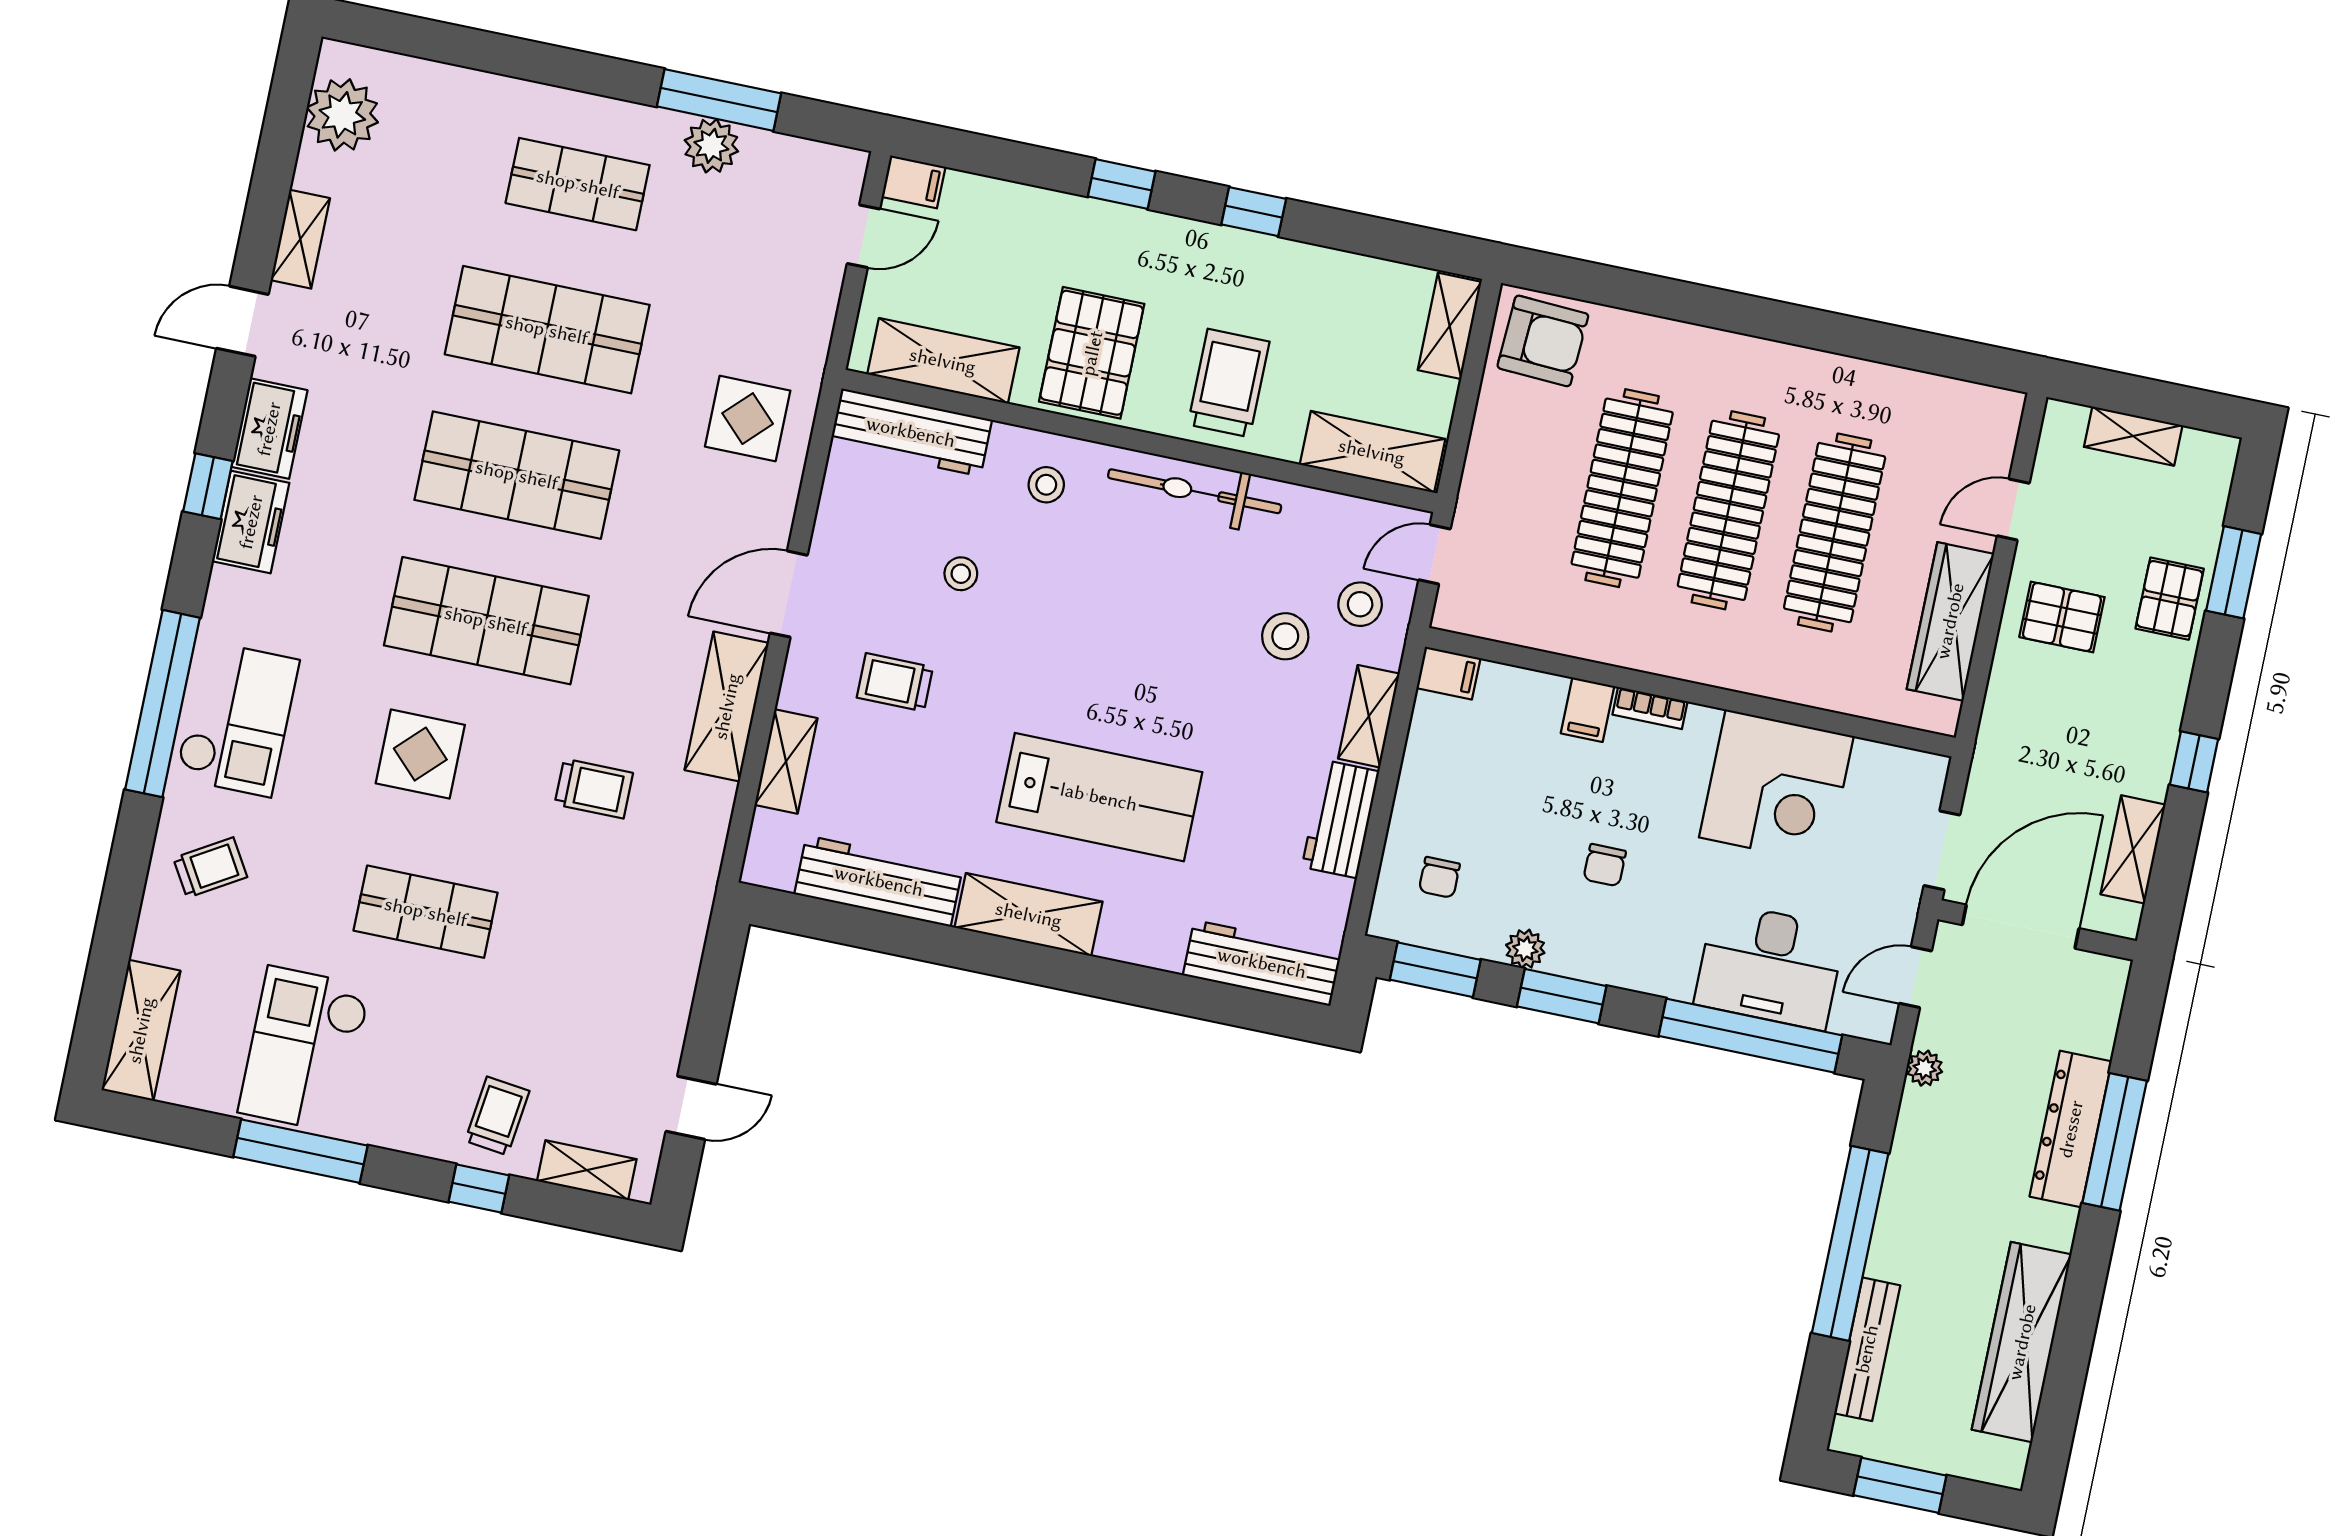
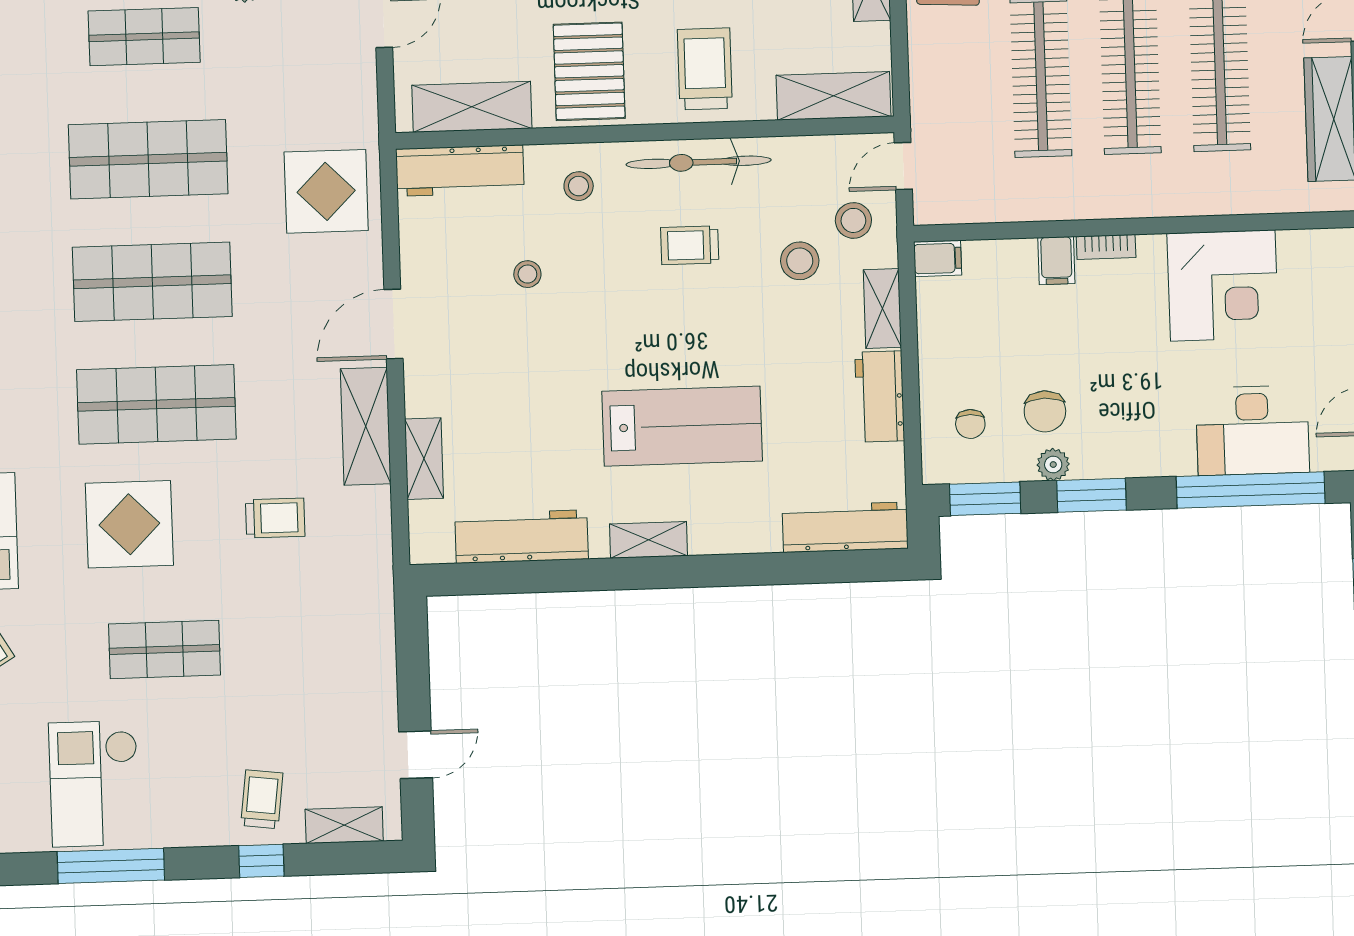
display table: (748, 419) -> (326, 191), width x1.36, depth x1.36
trolley: (895, 682) -> (690, 245), moved
display table: (420, 754) -> (129, 524), width x1.36, depth x1.36
chair: (1605, 865) -> (1045, 411), moved, width x1.37, depth x1.37
shelving: (1029, 915) -> (649, 540), width x0.67, depth x0.75

